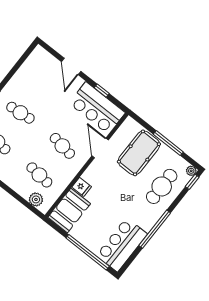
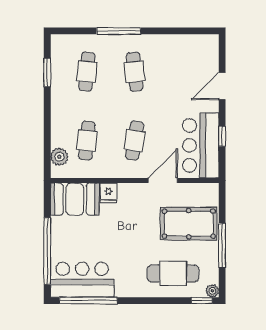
window: (155, 229) -> (88, 301), moved

